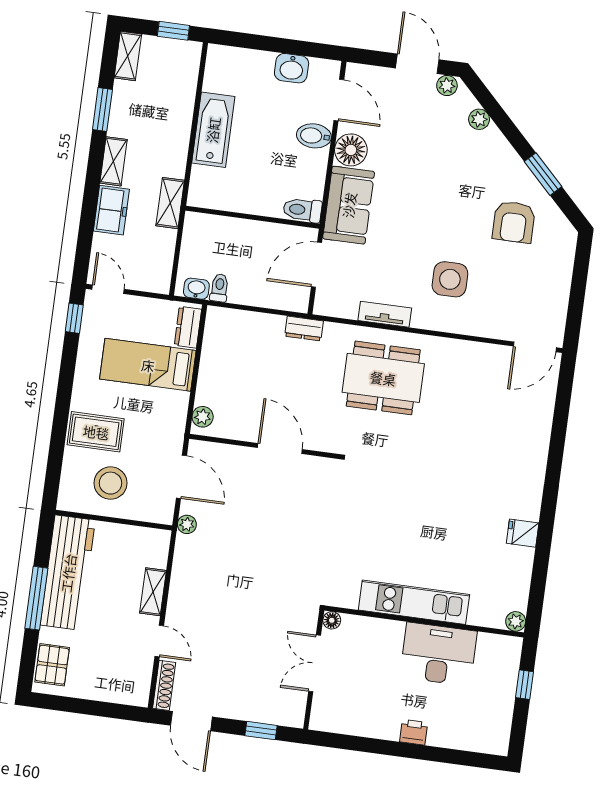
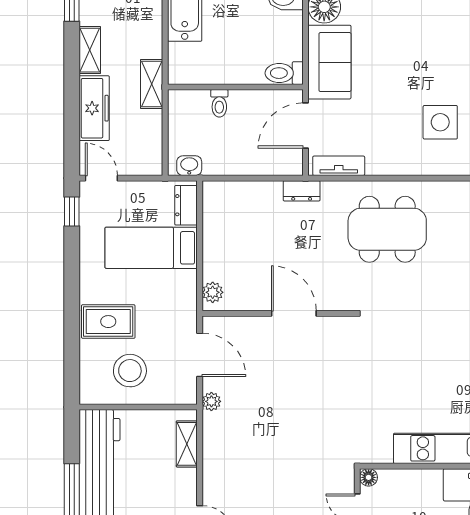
freezer: (111, 210) -> (94, 108), width x1.40
toilet: (219, 288) -> (219, 103), moved, turned 180
tv unit: (385, 314) -> (339, 166), moved
shelving: (153, 592) -> (187, 444), moved

